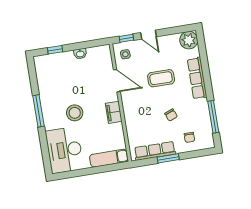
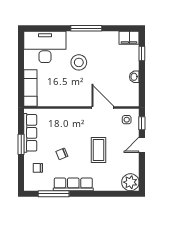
row of seats: (197, 78) -> (73, 184), moved
door: (117, 81) -> (103, 108), swing flipped
filing cabinet: (114, 112) -> (129, 38), moved, turned 180

